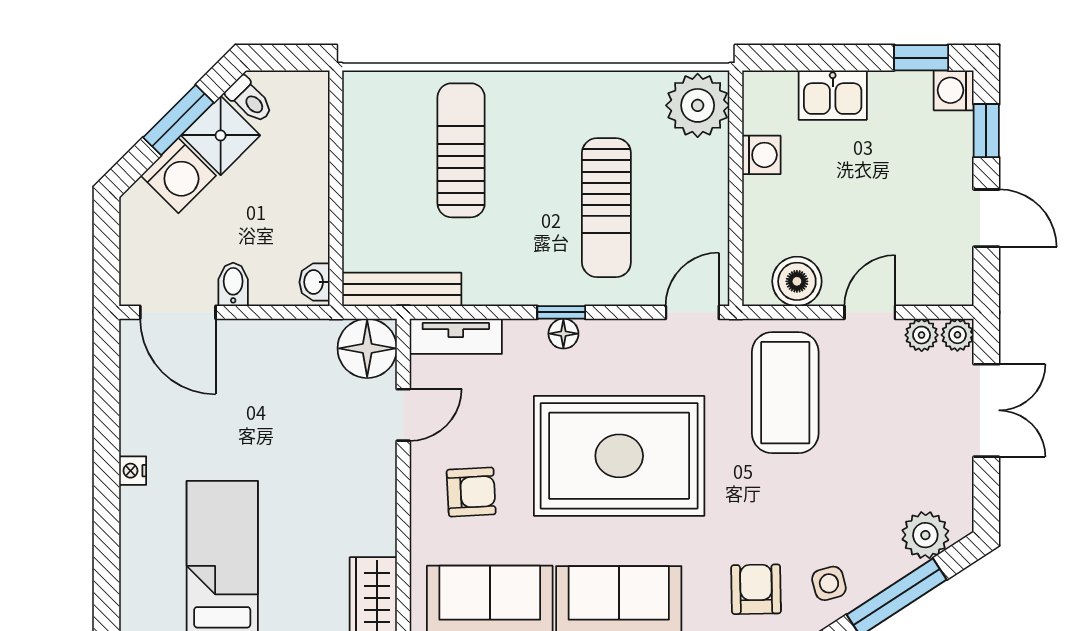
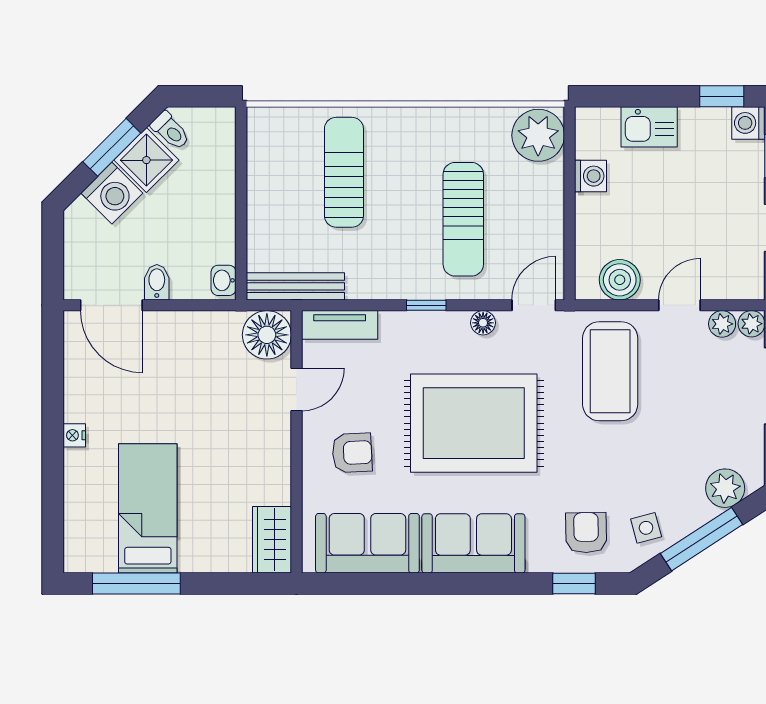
floor lamp: (563, 334) -> (483, 323), moved

